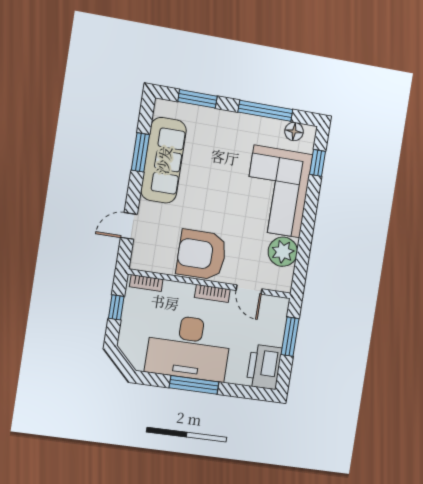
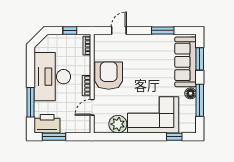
floor lamp: (294, 131) -> (191, 93), moved
sofa: (164, 160) -> (186, 62), moved, turned 90
door: (129, 226) -> (119, 30), hinge flipped
window: (290, 337) -> (54, 137), moved
window: (194, 385) -> (31, 102), moved

